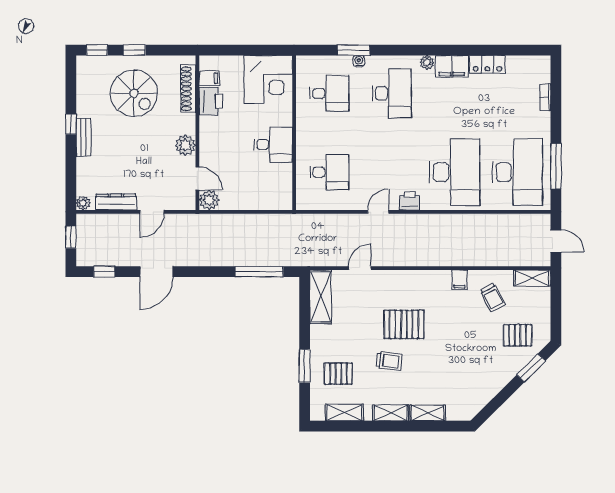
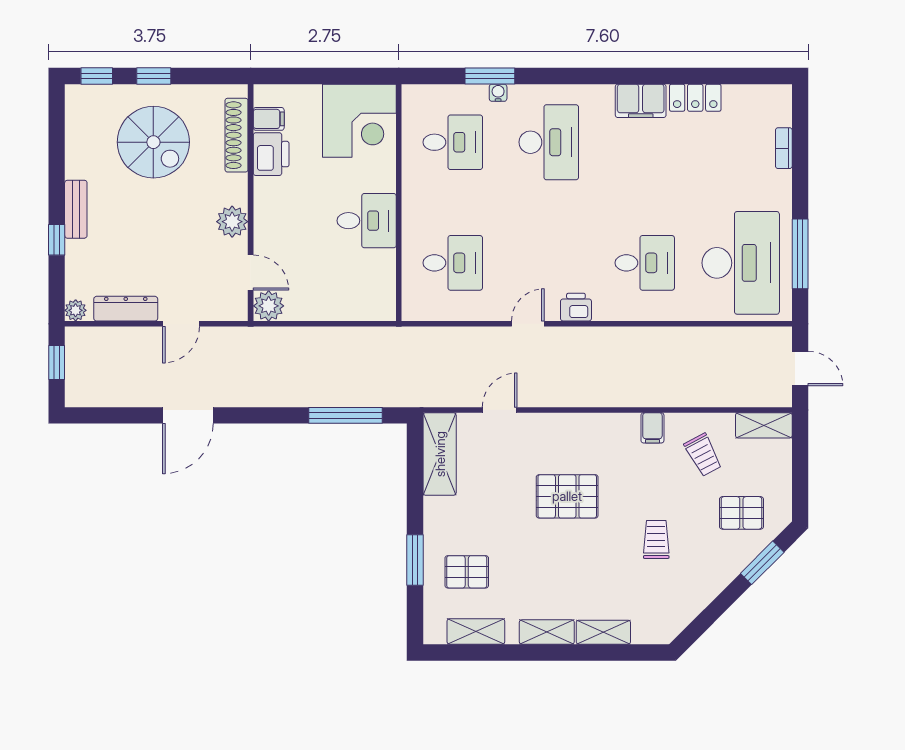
plant: (427, 62) -> (602, 95), removed
window: (71, 124) -> (57, 240), moved
desk: (455, 172) -> (645, 263), width x0.53, depth x0.77
window: (104, 272) -> (108, 415), removed
trolley: (389, 361) -> (656, 539), moved, turned -96

